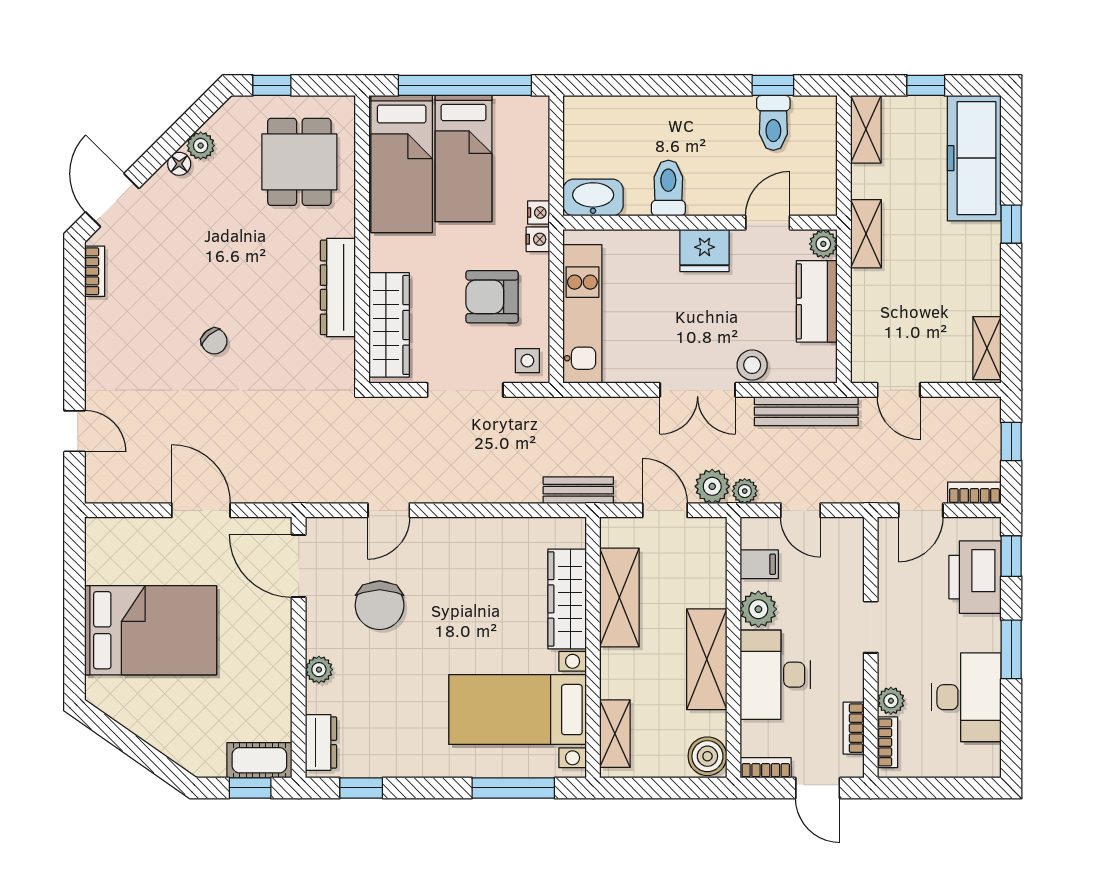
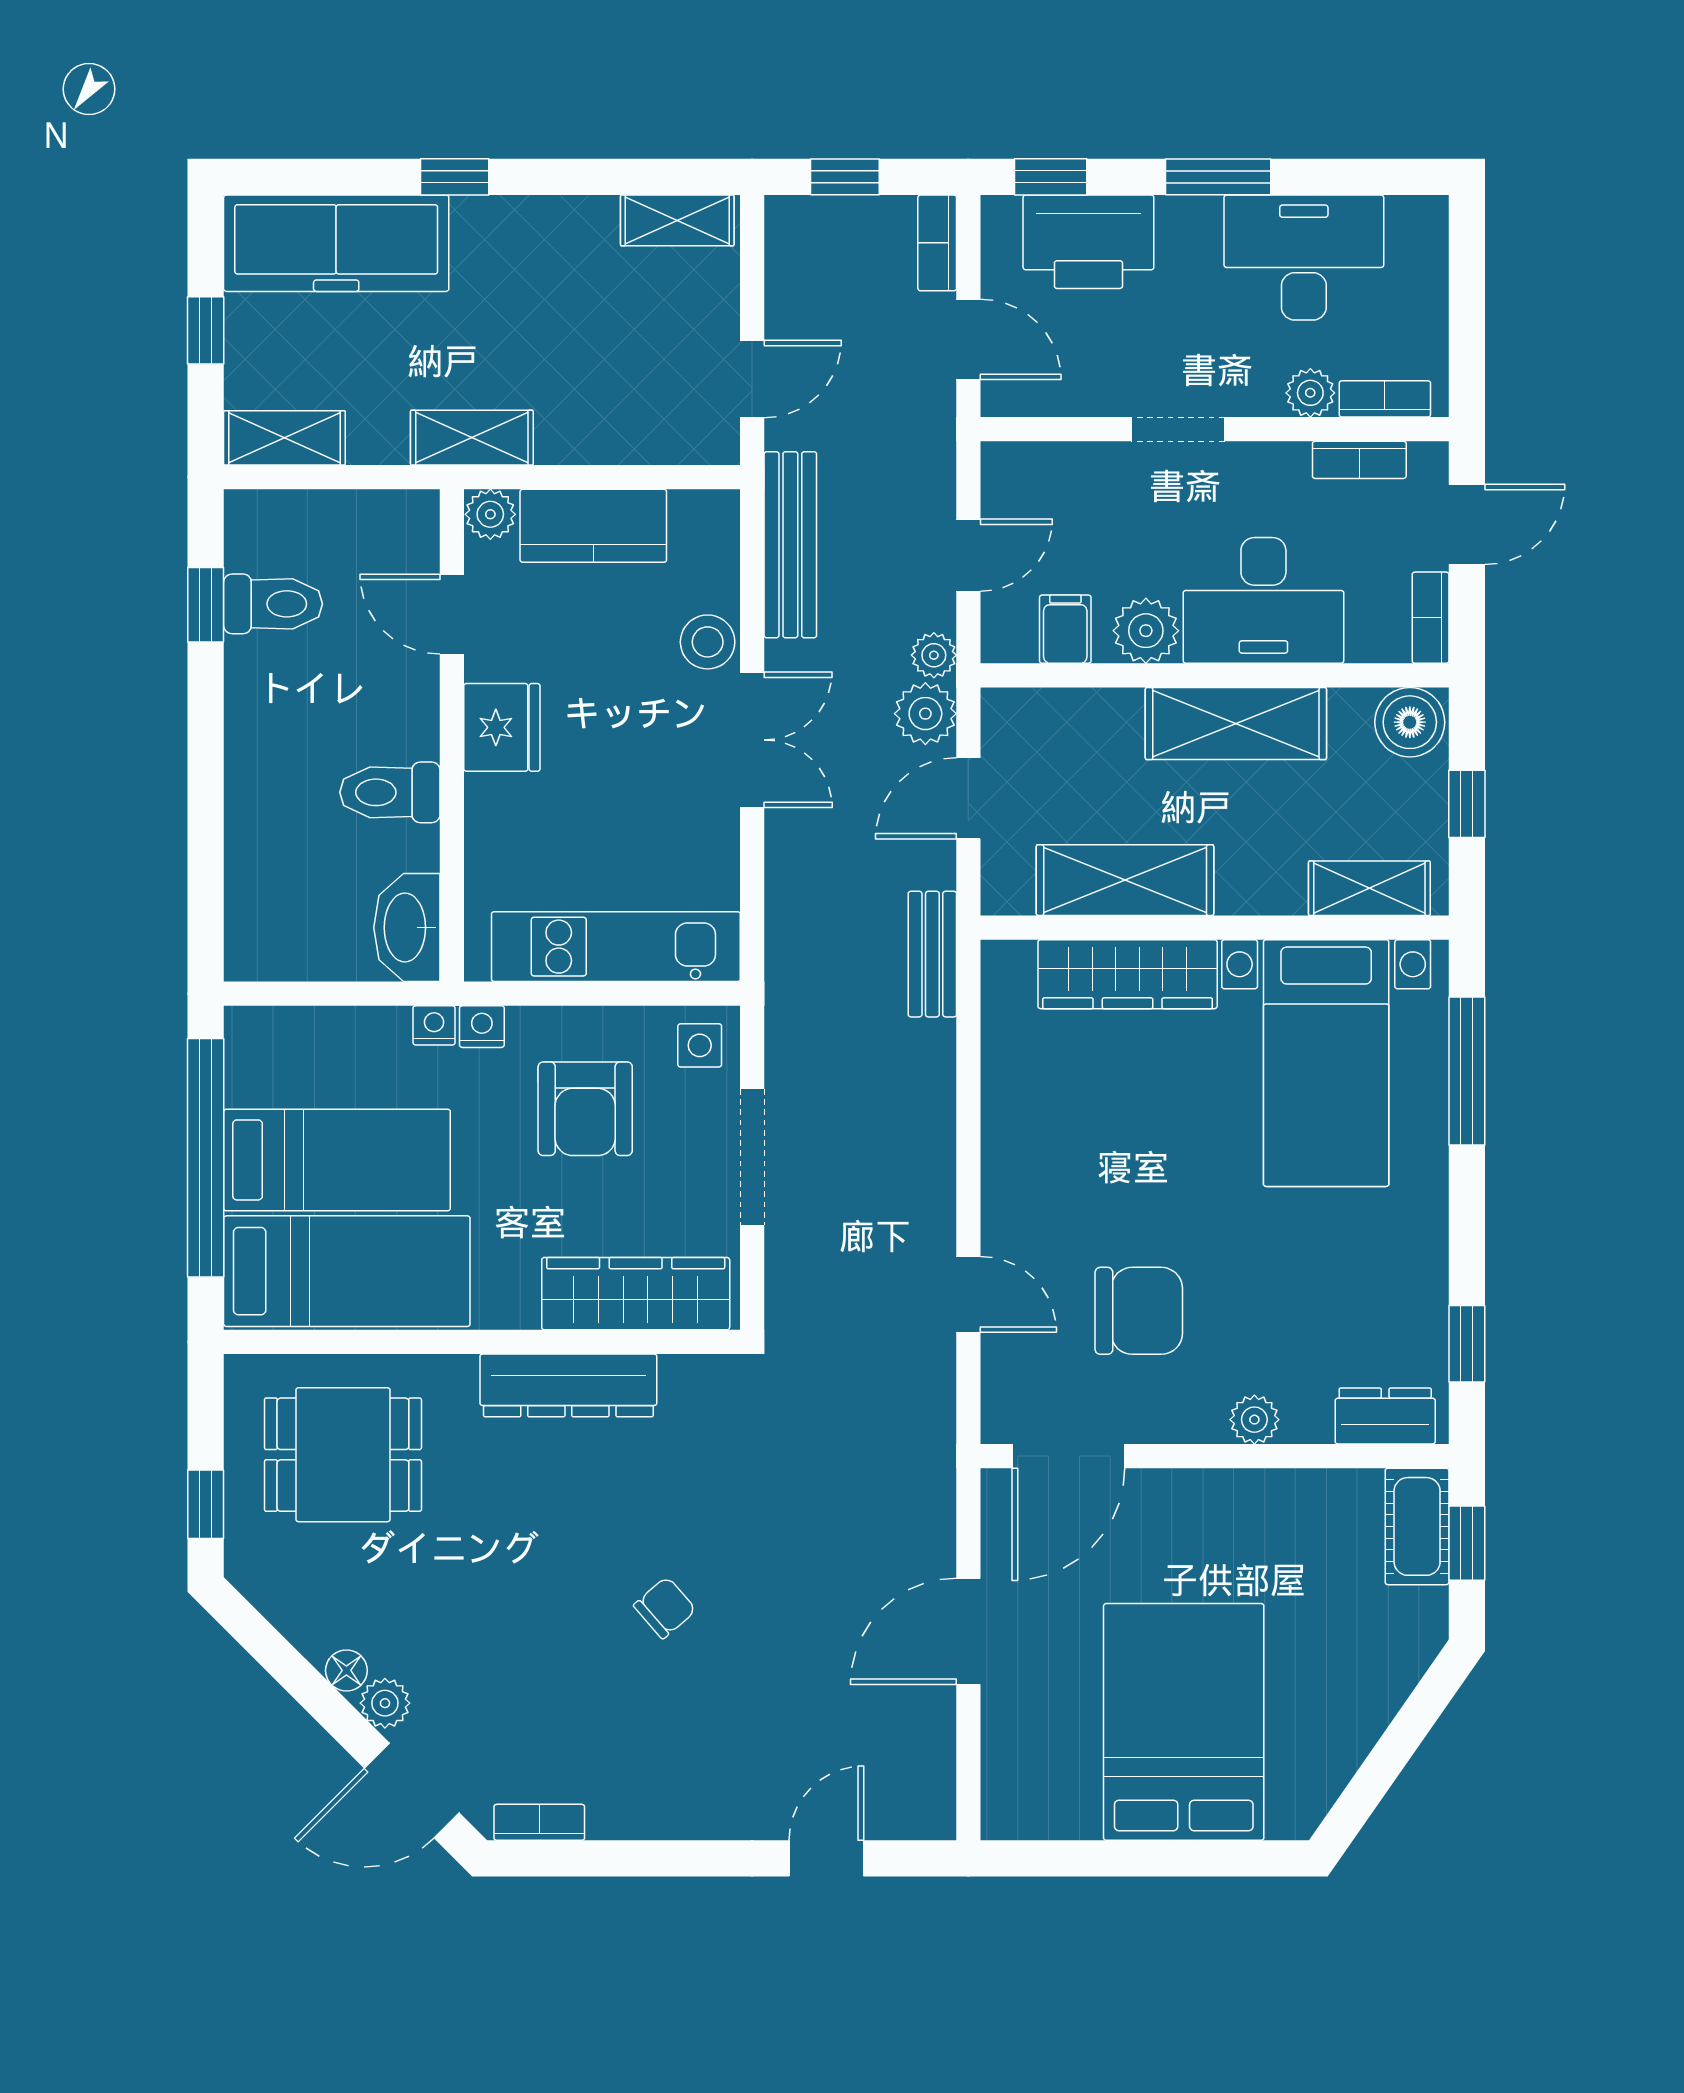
plant: (201, 146) -> (385, 1703), moved
window: (662, 788) -> (1467, 804), added

